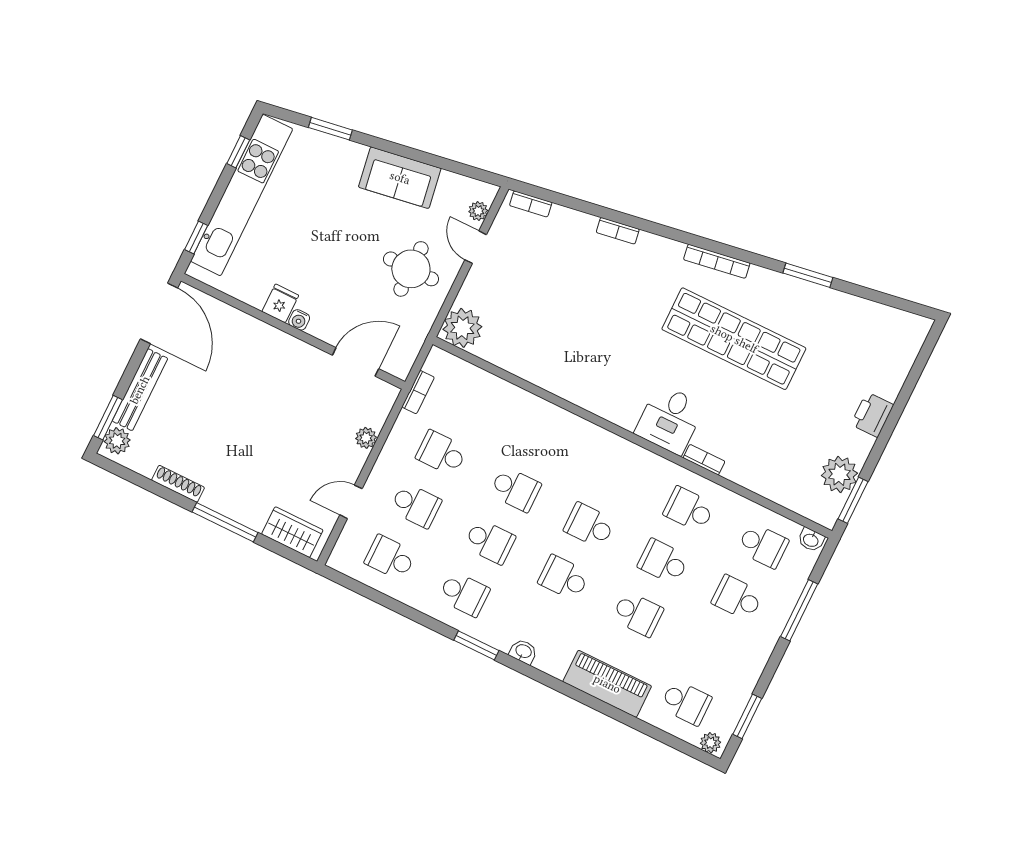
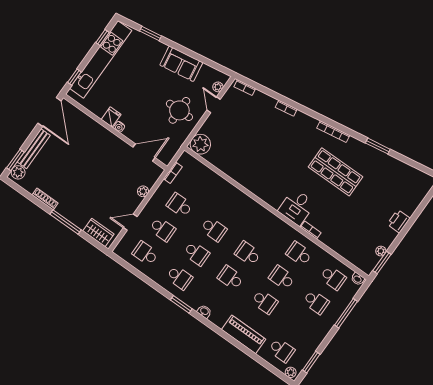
shop shelf: (734, 339) -> (335, 172), width x0.71
plant: (839, 474) -> (381, 251), width x0.53, depth x0.53
school desk: (737, 598) -> (316, 302), turned 180

